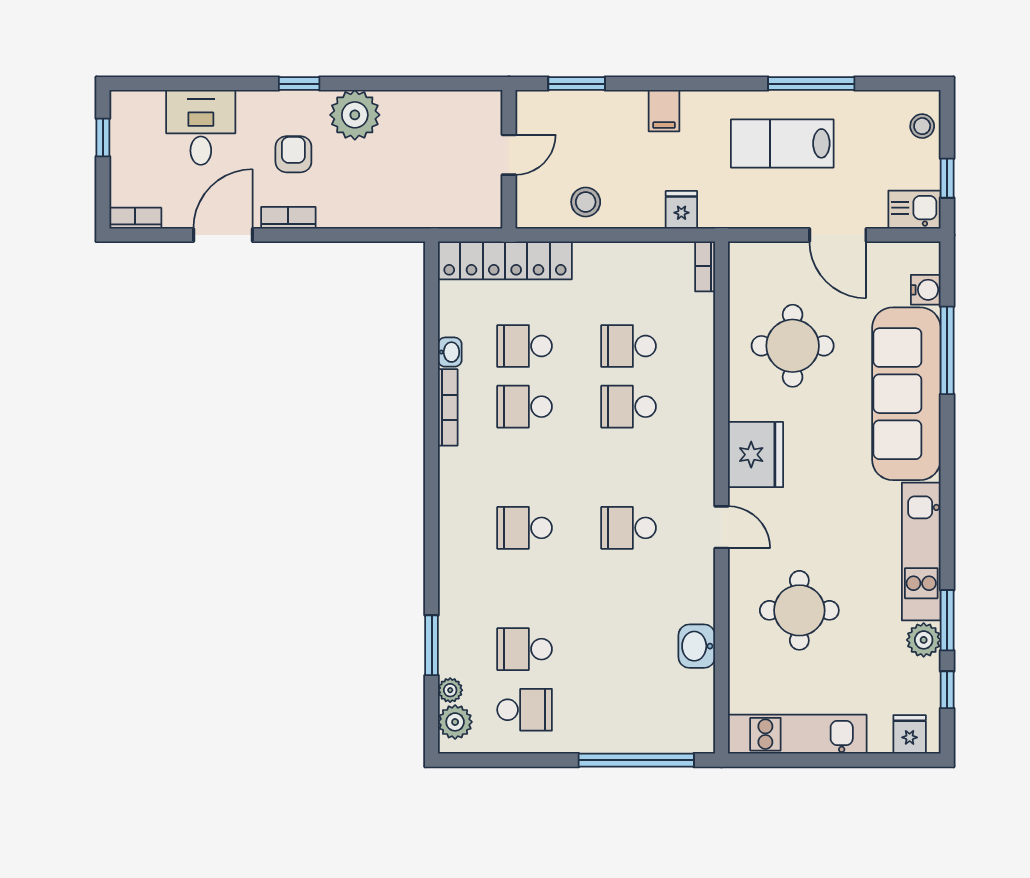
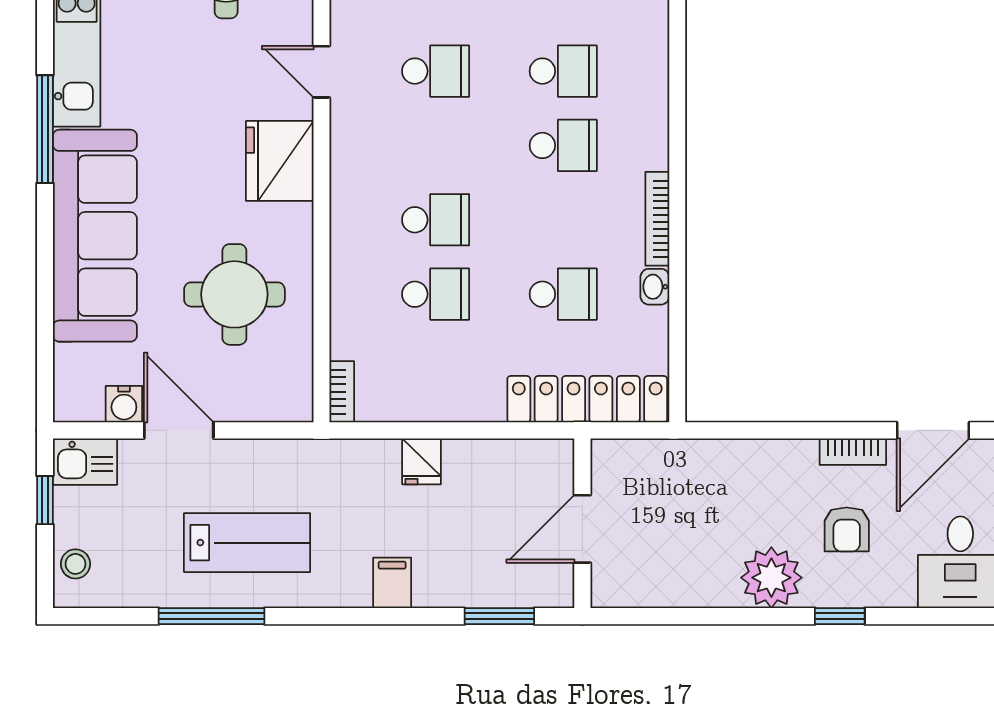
door: (509, 155) -> (582, 529), width x1.38
stool: (586, 202) -> (488, 471), removed
fridge: (681, 210) -> (422, 461), moved
water cooler: (926, 290) -> (124, 404), moved, turned -90
window: (947, 350) -> (45, 129), moved
school desk: (525, 407) -> (563, 145), moved

